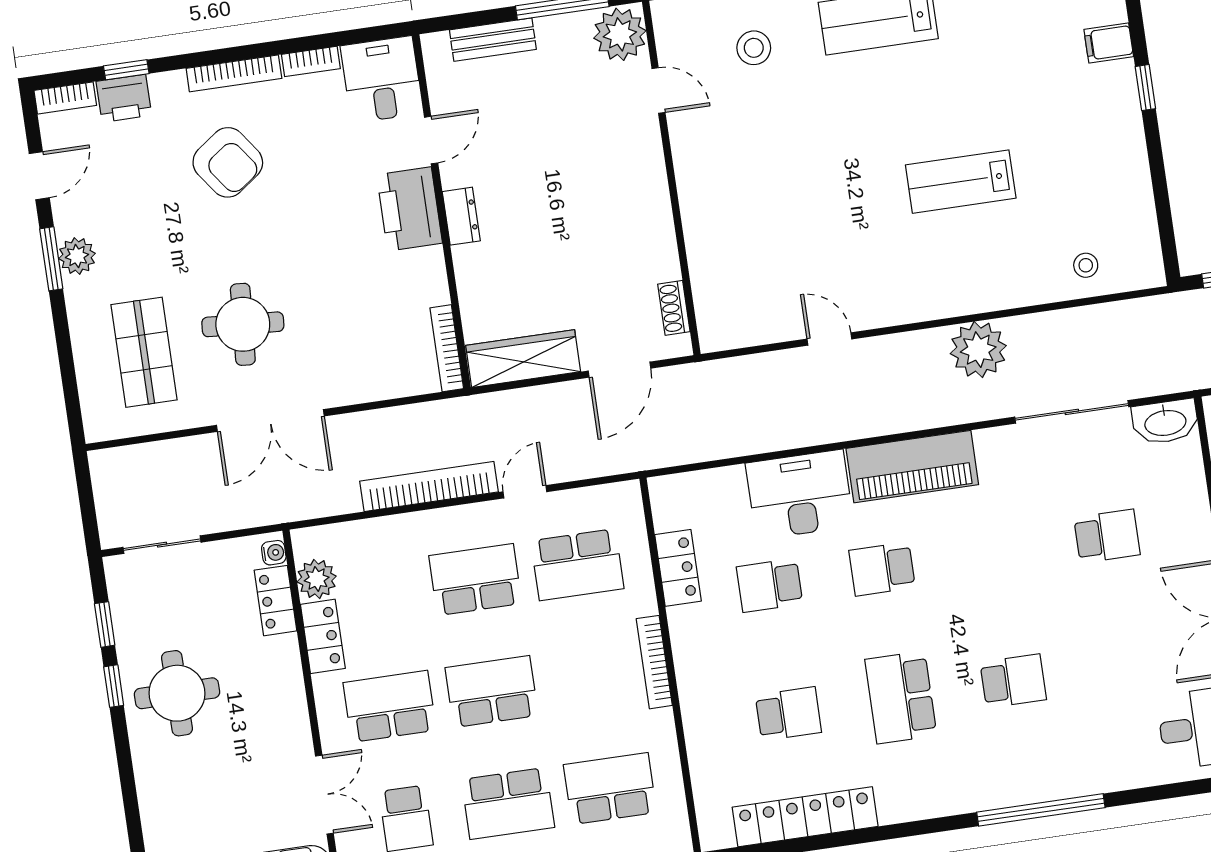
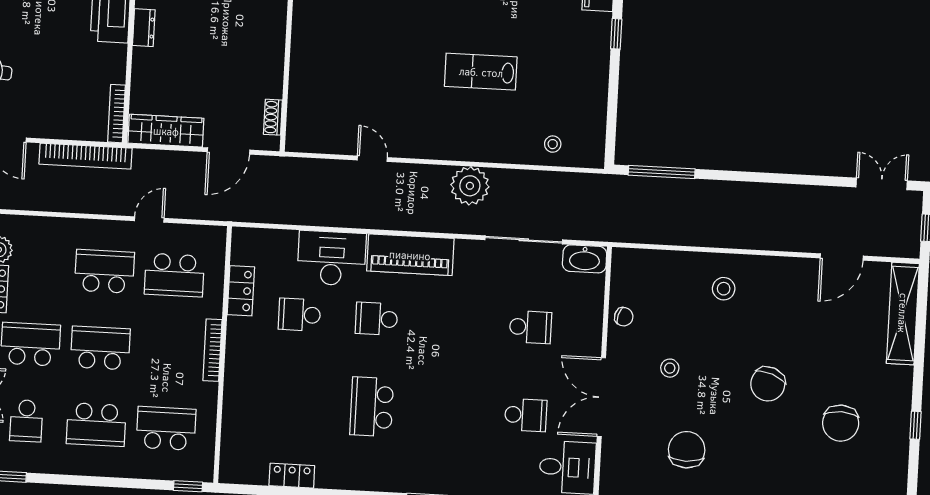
bookcase: (429, 487) -> (85, 156), moved, turned 180
school desk: (1013, 681) -> (526, 415), moved
school desk: (788, 714) -> (295, 403), removed
locker: (805, 817) -> (292, 476), width x0.46, depth x0.83

